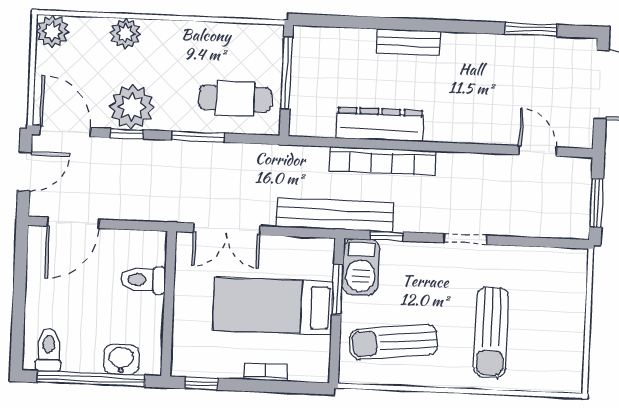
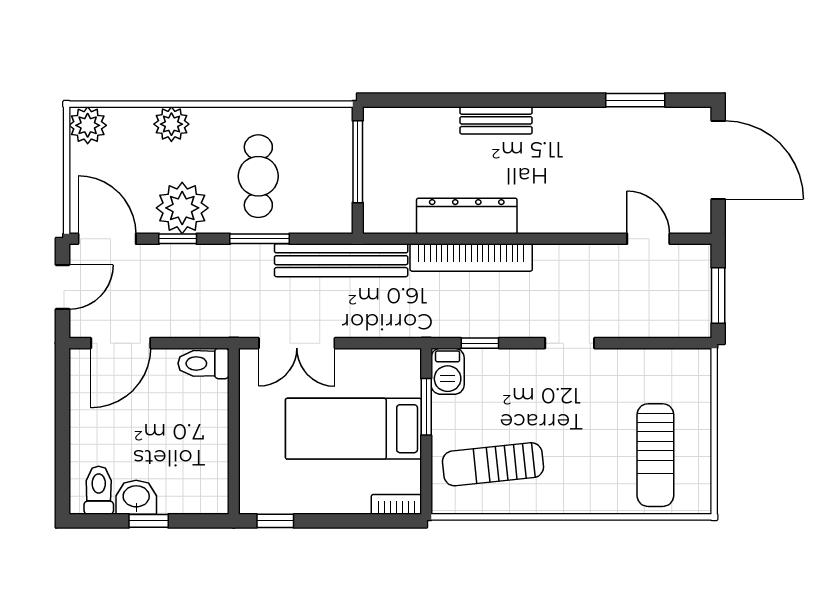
cafe table: (235, 99) -> (258, 176), moved, turned 90
bench: (335, 215) -> (341, 260), moved
barbecue: (361, 267) -> (448, 371), width x0.73, depth x0.79
toilet: (143, 280) -> (203, 363), moved
sun lounger: (491, 332) -> (655, 455), moved
washbasin: (121, 359) -> (136, 497), moved
bookcase: (266, 372) -> (396, 504), moved
window: (91, 379) -> (149, 521), width x0.32

